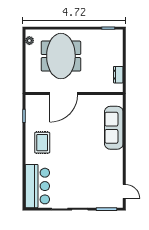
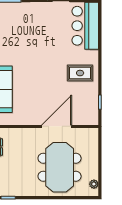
rug: (42, 143) -> (80, 73), turned 90

